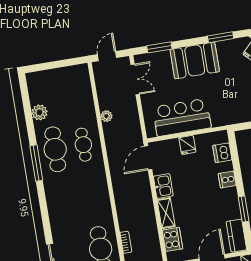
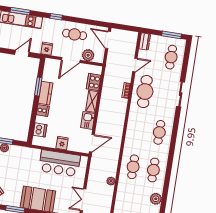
cafe table: (55, 149) -> (153, 170), width x0.73, depth x0.74
window: (36, 163) -> (169, 165), removed
cafe table: (64, 202) -> (159, 132), added
kitchen counter: (236, 236) -> (45, 93), moved

